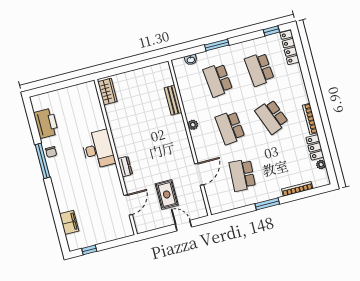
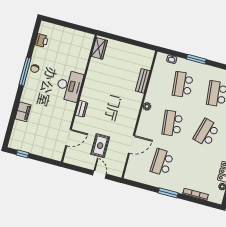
school desk: (272, 117) -> (206, 133), turned 36
printer: (46, 123) -> (42, 40), width x0.53, depth x0.68
filing cabinet: (69, 222) -> (23, 112), moved

